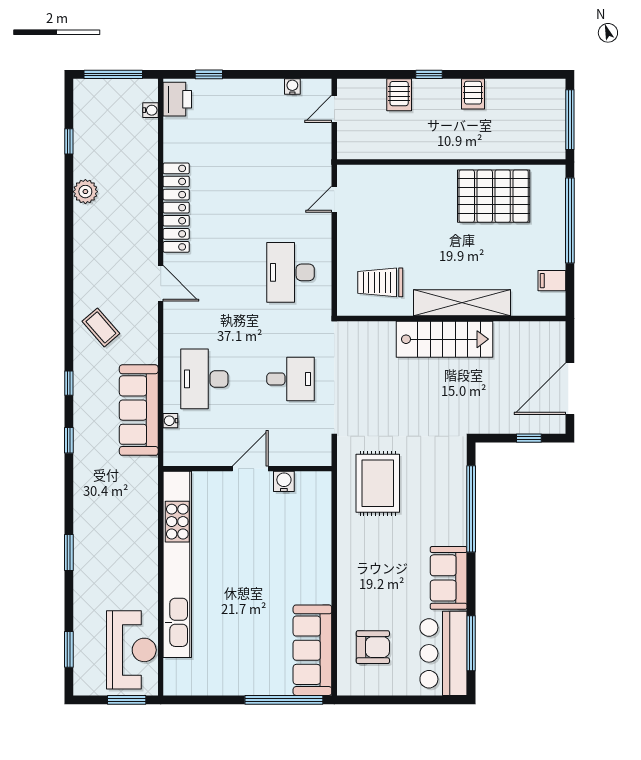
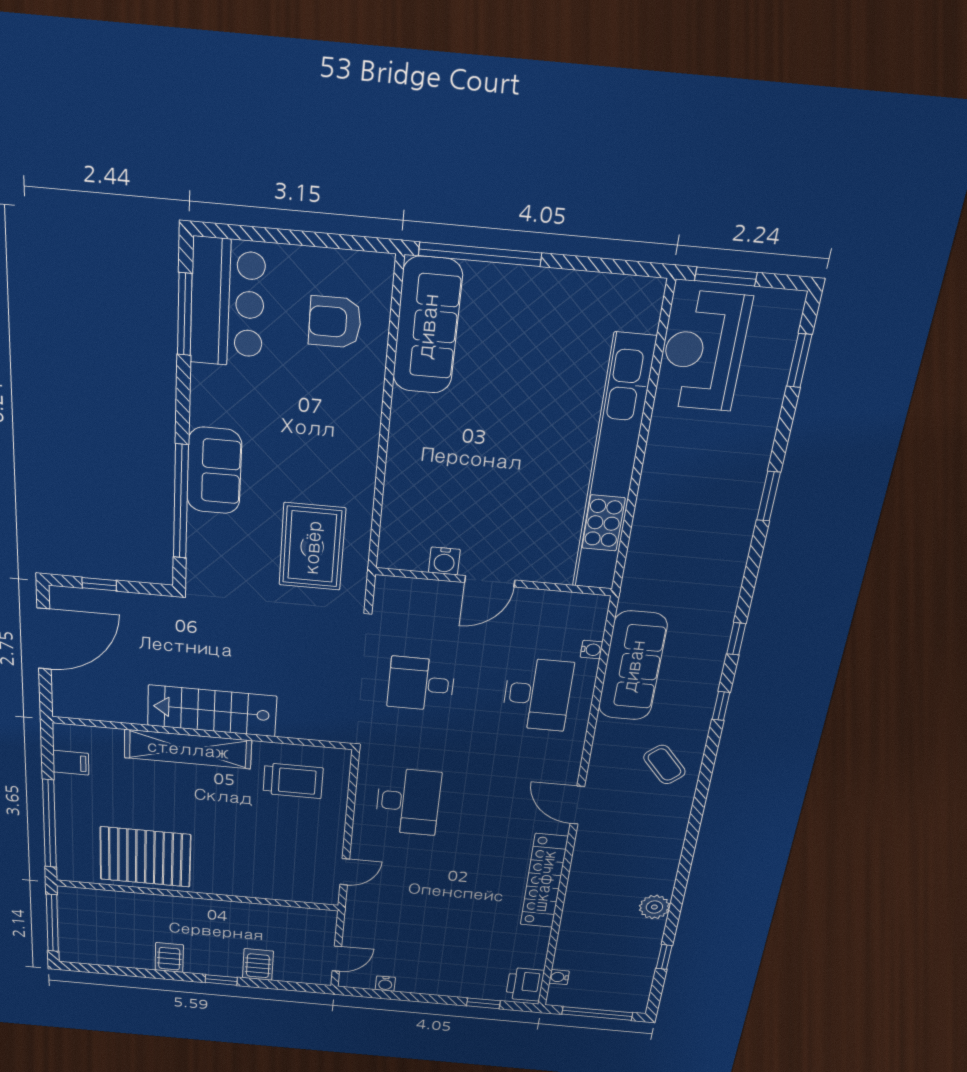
sofa: (449, 578) -> (214, 471), moved

